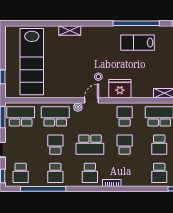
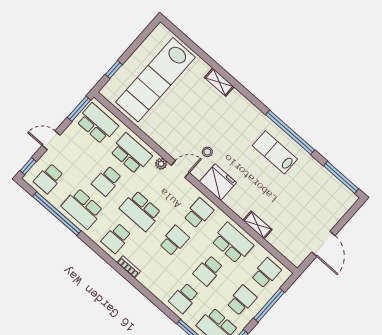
school desk: (55, 145) -> (107, 181), turned 180
school desk: (55, 173) -> (82, 208), width x1.85

